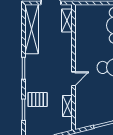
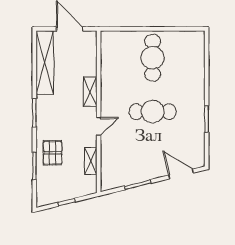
shelving: (67, 21) -> (90, 92), moved
pallet: (38, 99) -> (53, 153), turned 90

